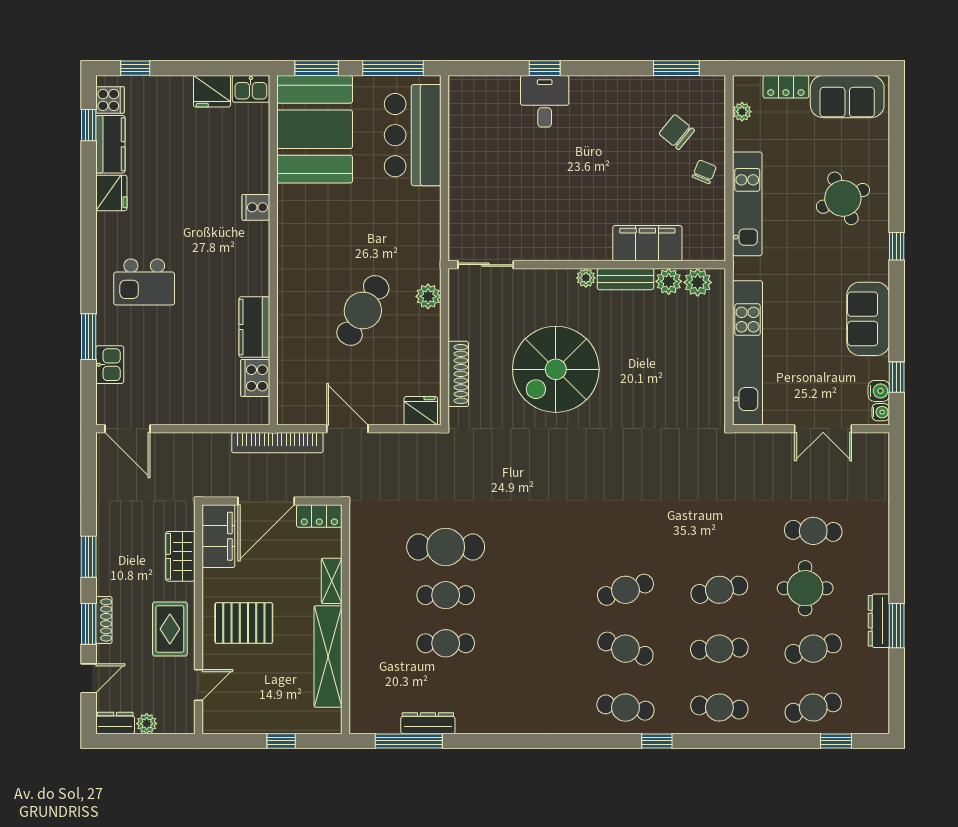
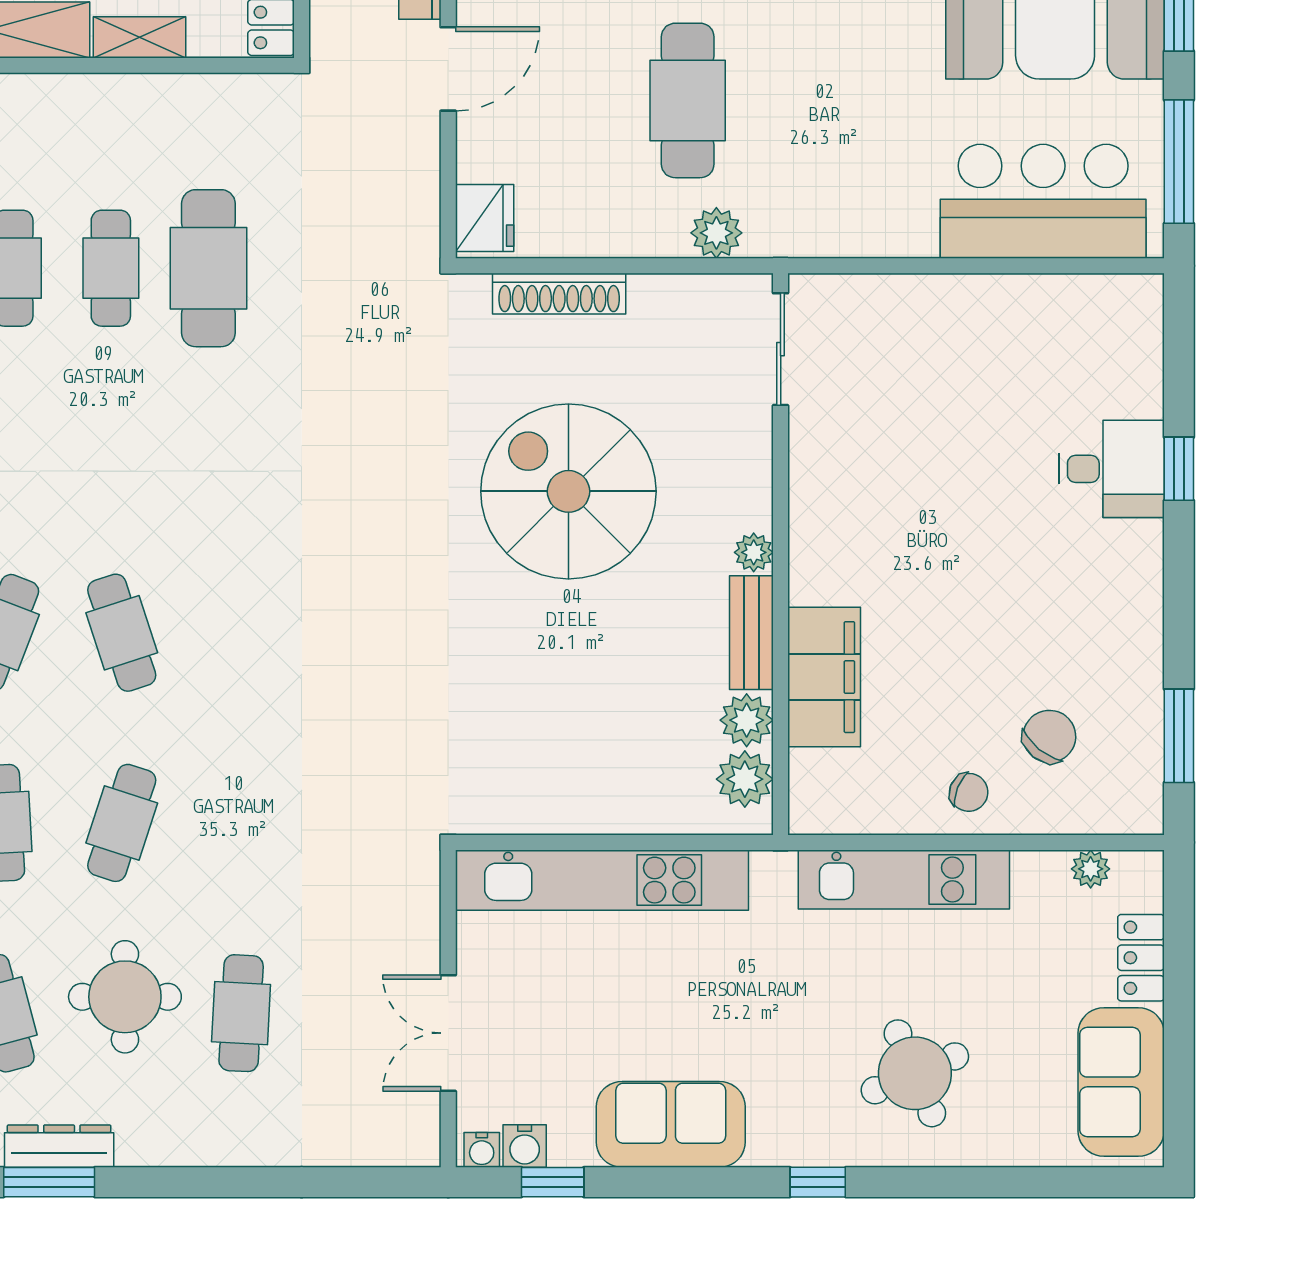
cafe table: (363, 311) -> (688, 100), turned 60
cafe table: (719, 590) -> (122, 823), turned 30

